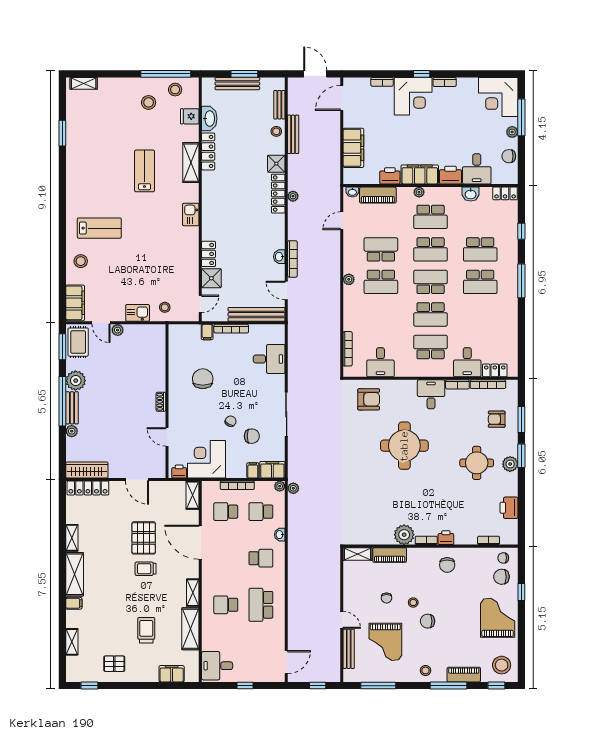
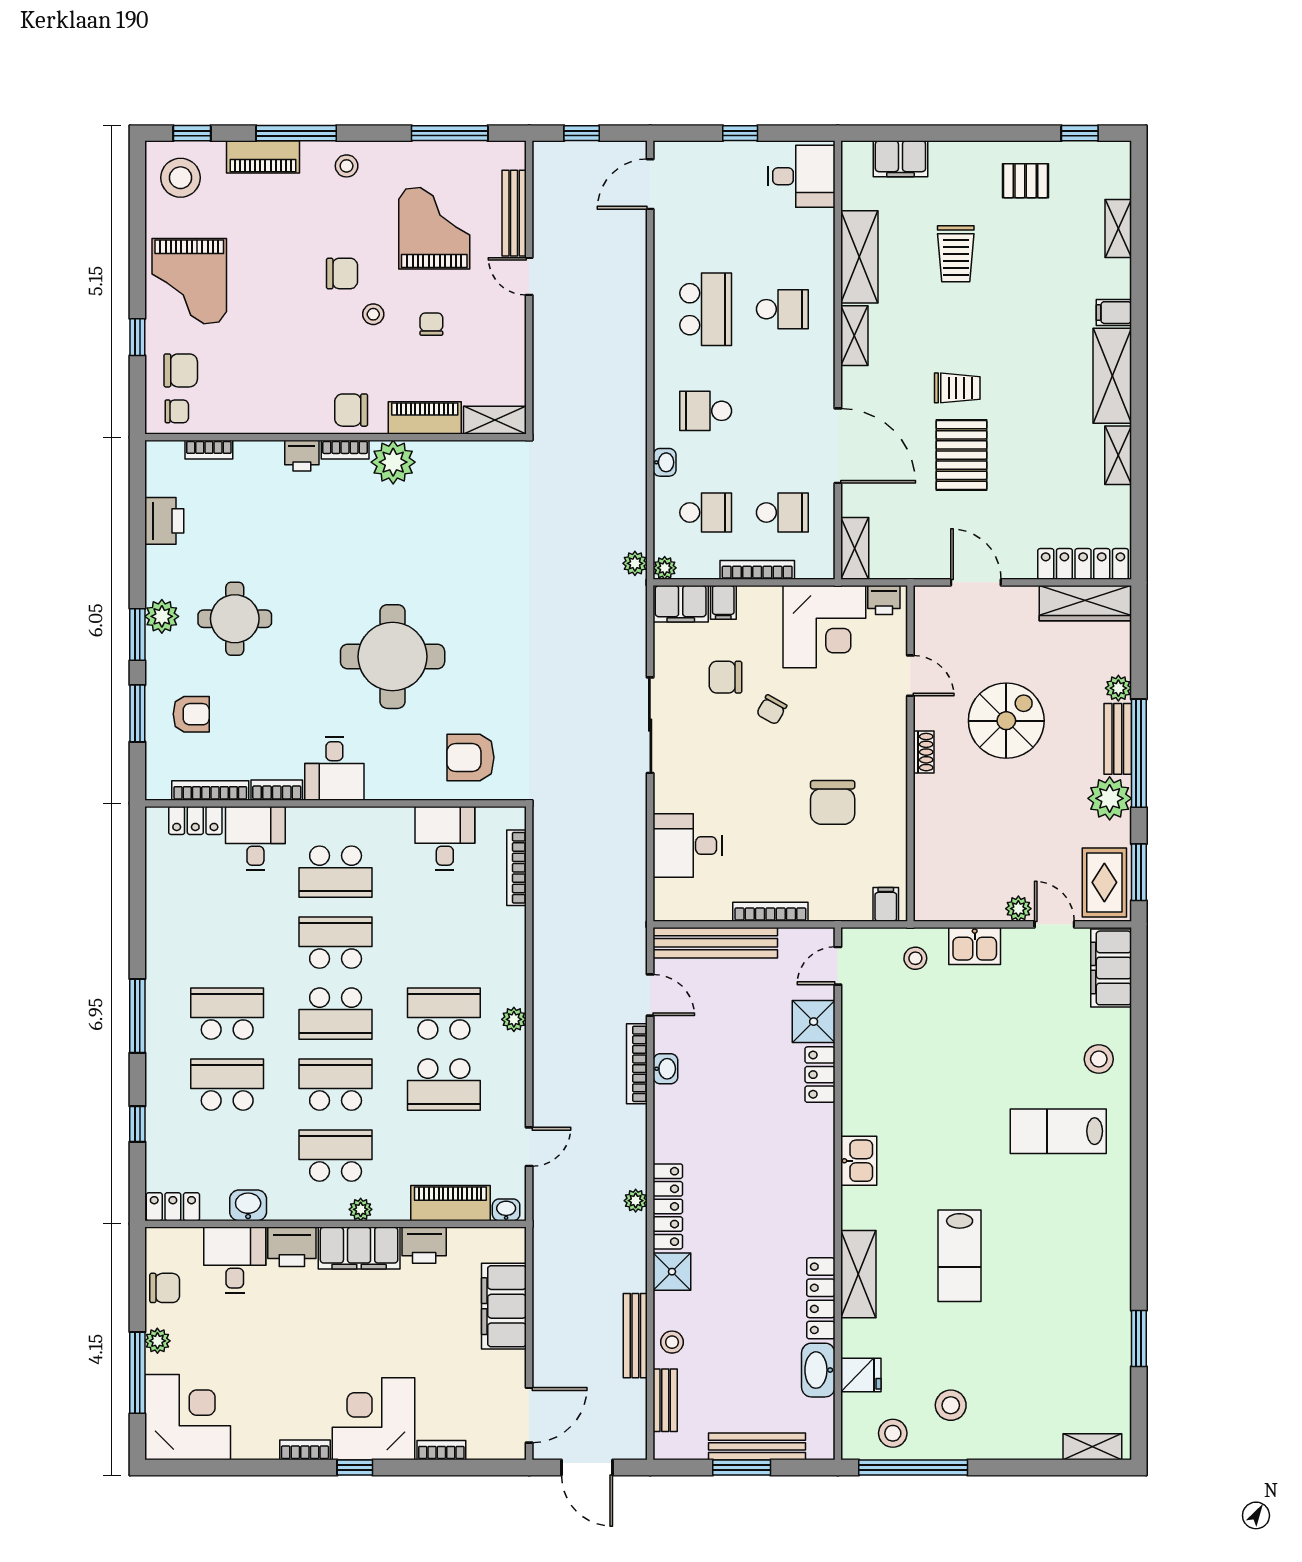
filing cabinet: (207, 332) -> (886, 904), moved
spiral stairs: (123, 416) -> (1006, 721), added
chair: (447, 565) -> (351, 410), moved, turned -90

